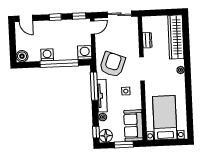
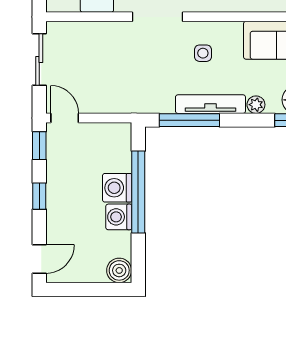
washing machine: (85, 52) -> (117, 188), moved
armchair: (112, 64) -> (145, 79), removed

